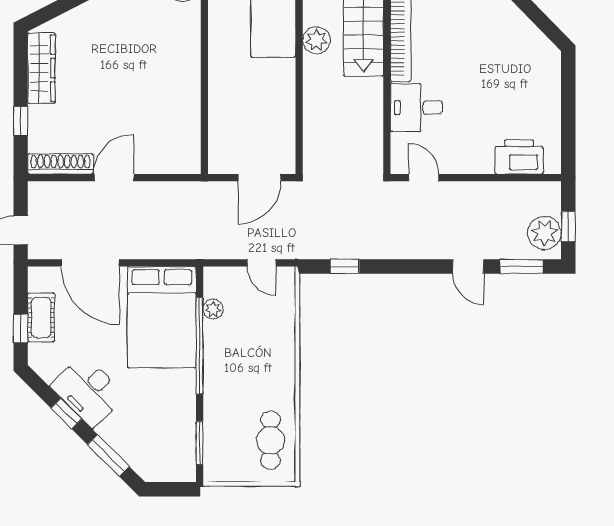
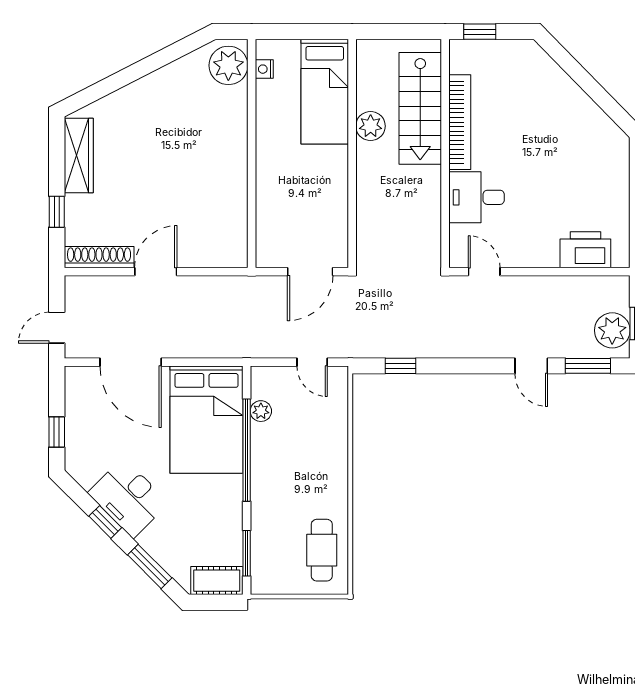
cot: (41, 317) -> (217, 581), moved, turned 90

